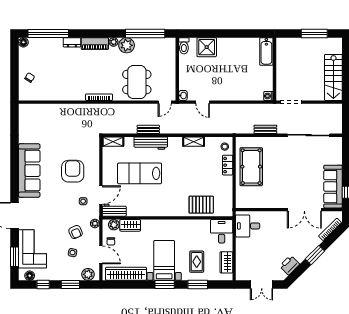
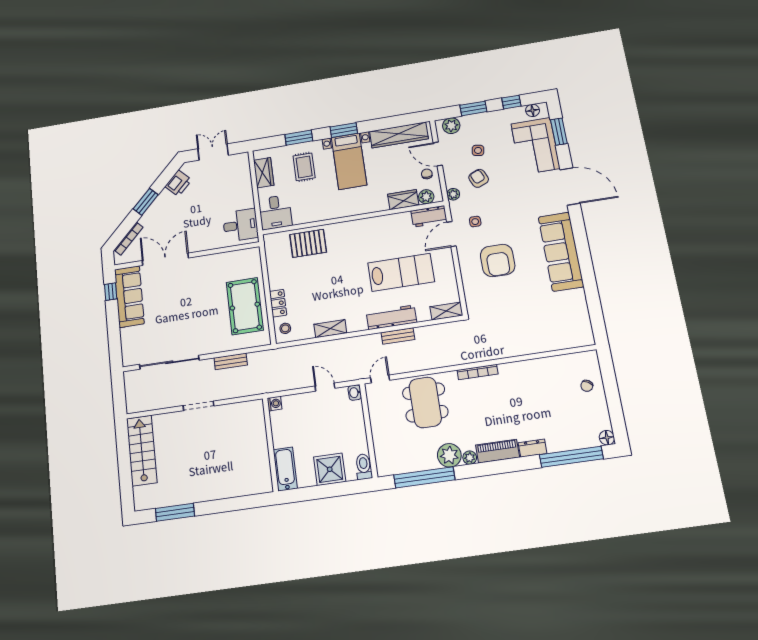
bathtub: (266, 51) -> (285, 469), moved
wall: (274, 69) -> (270, 444), moved
washing machine: (268, 96) -> (275, 404), moved

